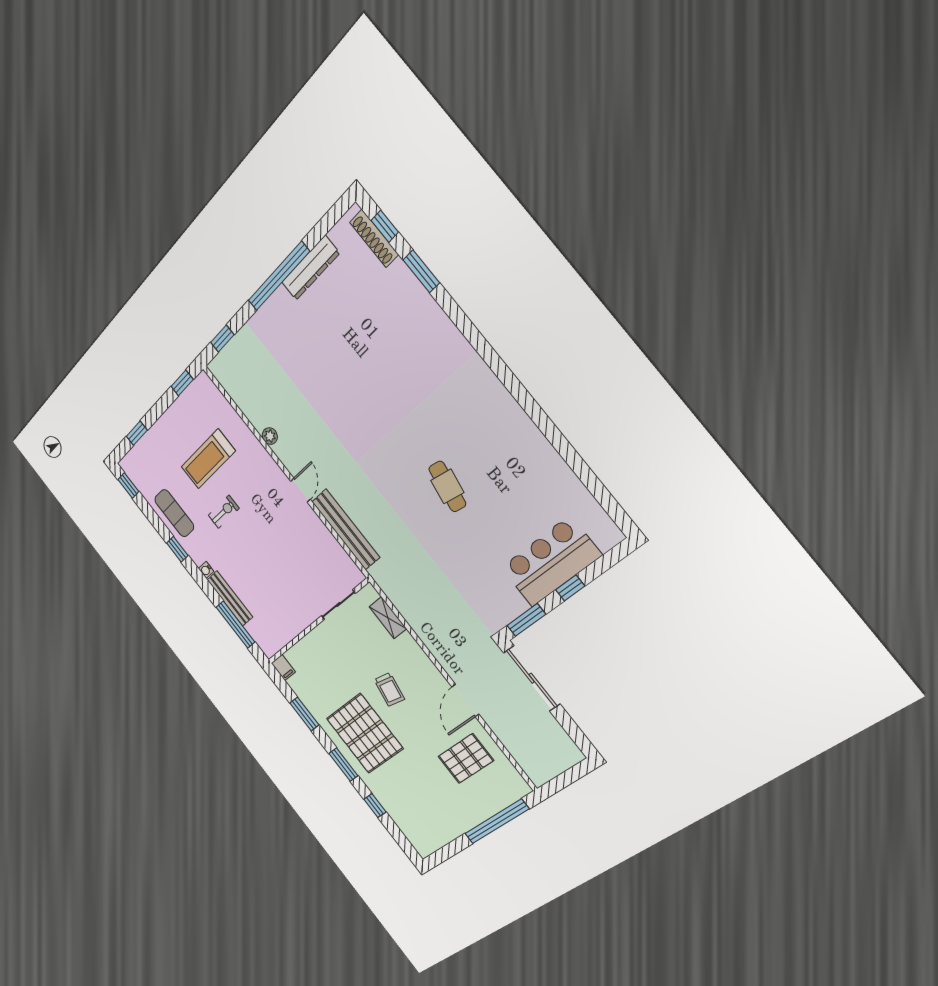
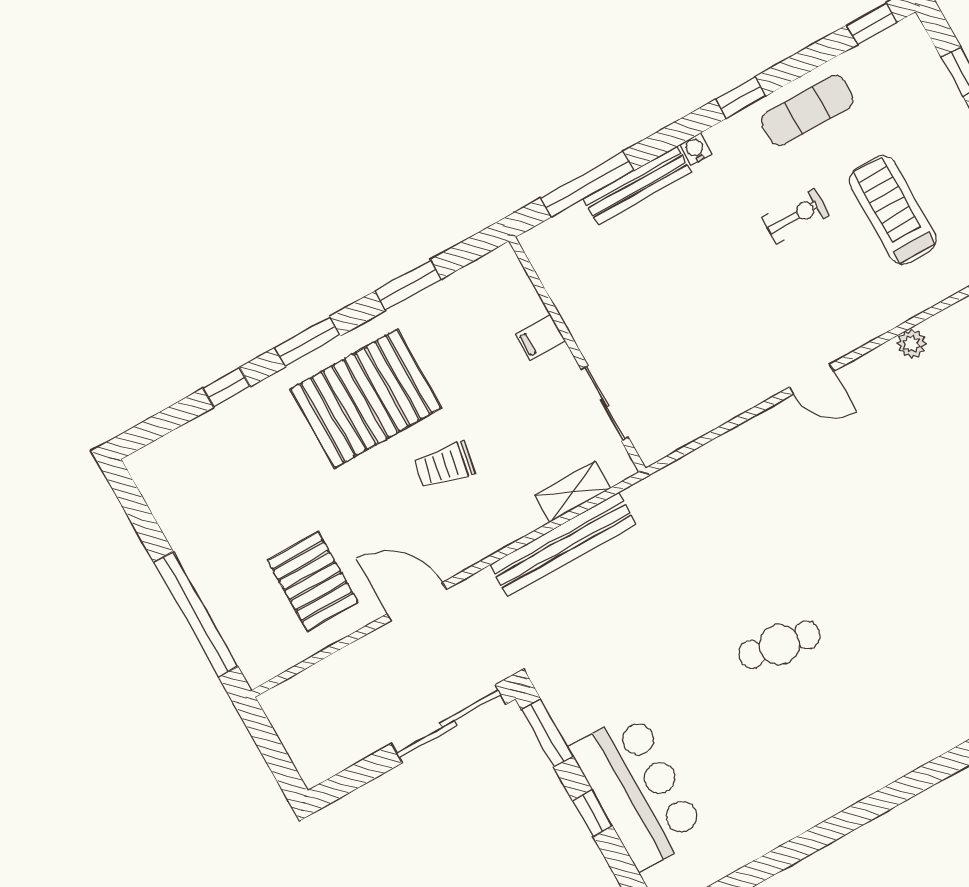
exercise bike: (224, 512) -> (796, 216), turned -90
bench: (346, 529) -> (563, 545), moved
filing cabinet: (283, 668) -> (540, 337), moved

